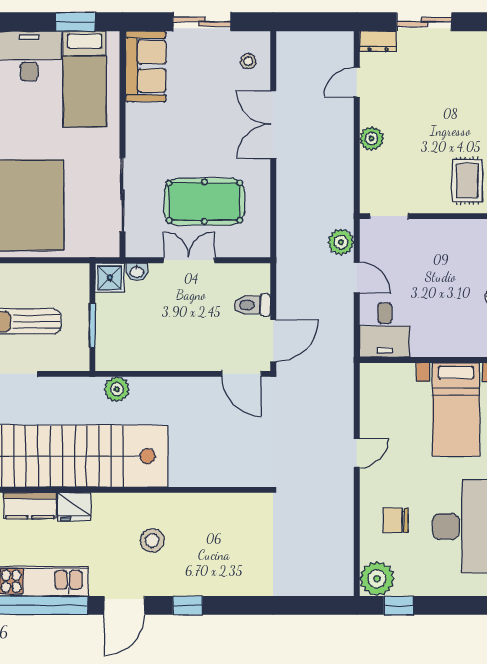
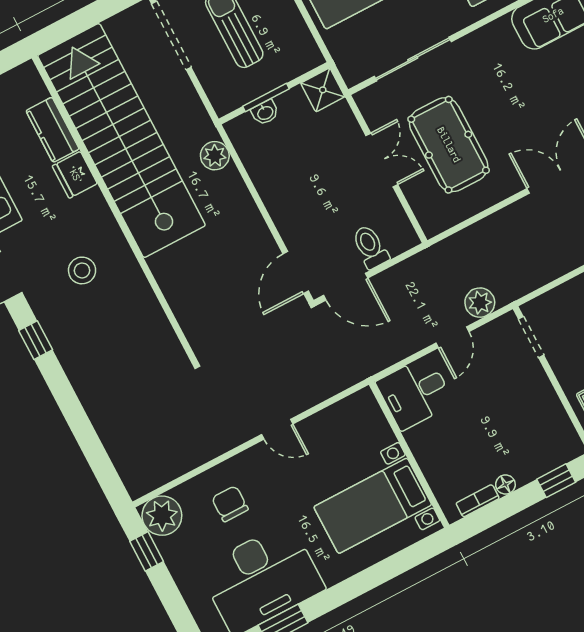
washbasin: (137, 272) -> (265, 112), moved, turned -90

